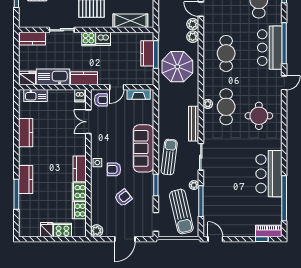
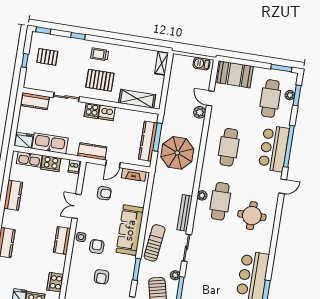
plant: (193, 37) -> (198, 125), removed
kitchen counter: (147, 53) -> (148, 141), width x1.50
kitchen counter: (84, 78) -> (92, 151), moved
armchair: (101, 100) -> (104, 193), moved
double door: (88, 122) -> (77, 206), moved
armchair: (114, 169) -> (97, 247), turned 90
cooker: (79, 192) -> (51, 164), moved, turned -90
armchair: (123, 198) -> (101, 277), turned 128

